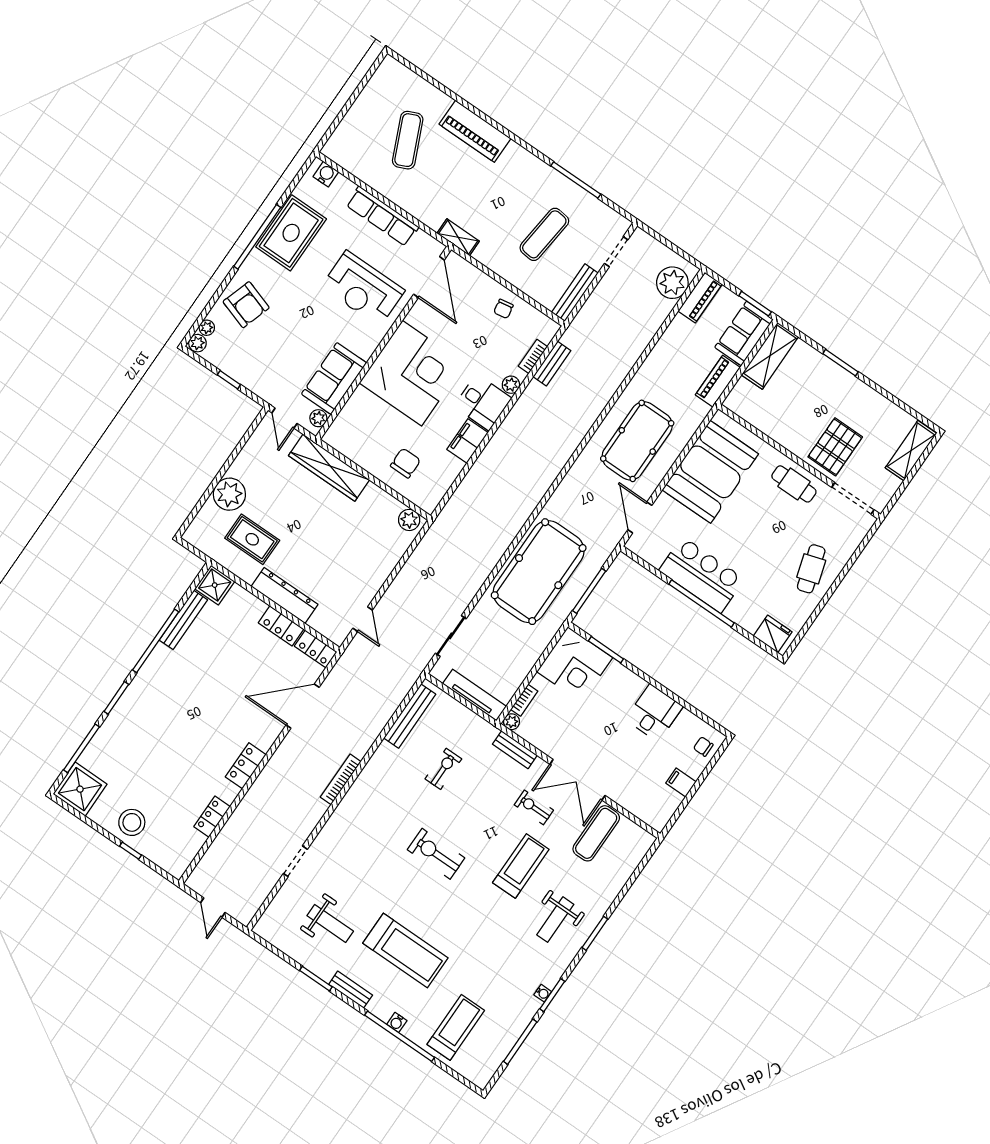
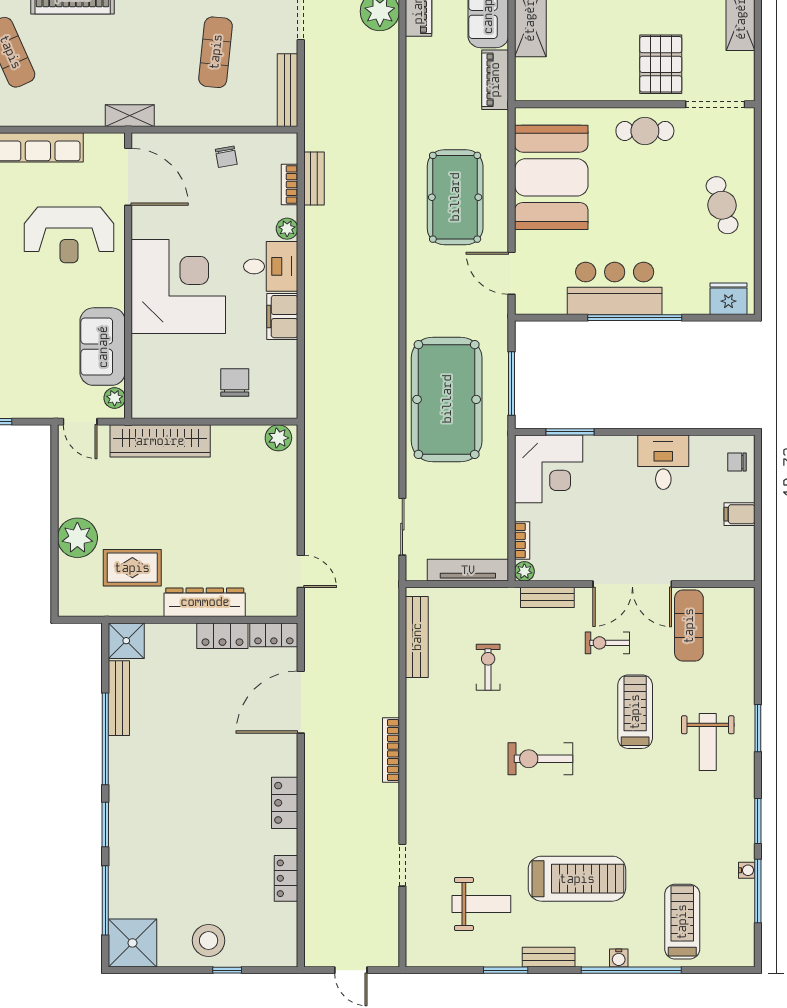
water cooler: (543, 993) -> (747, 870), moved

